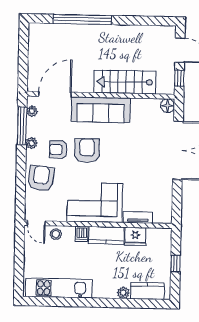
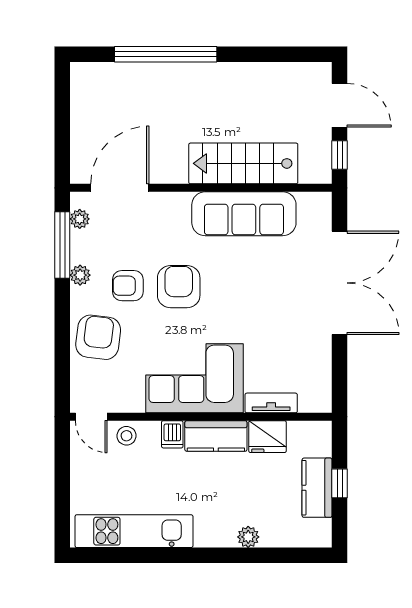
floor lamp: (168, 106) -> (320, 204), removed
sofa: (101, 110) -> (244, 214), moved
kitchen counter: (147, 291) -> (317, 488), moved, turned -90

